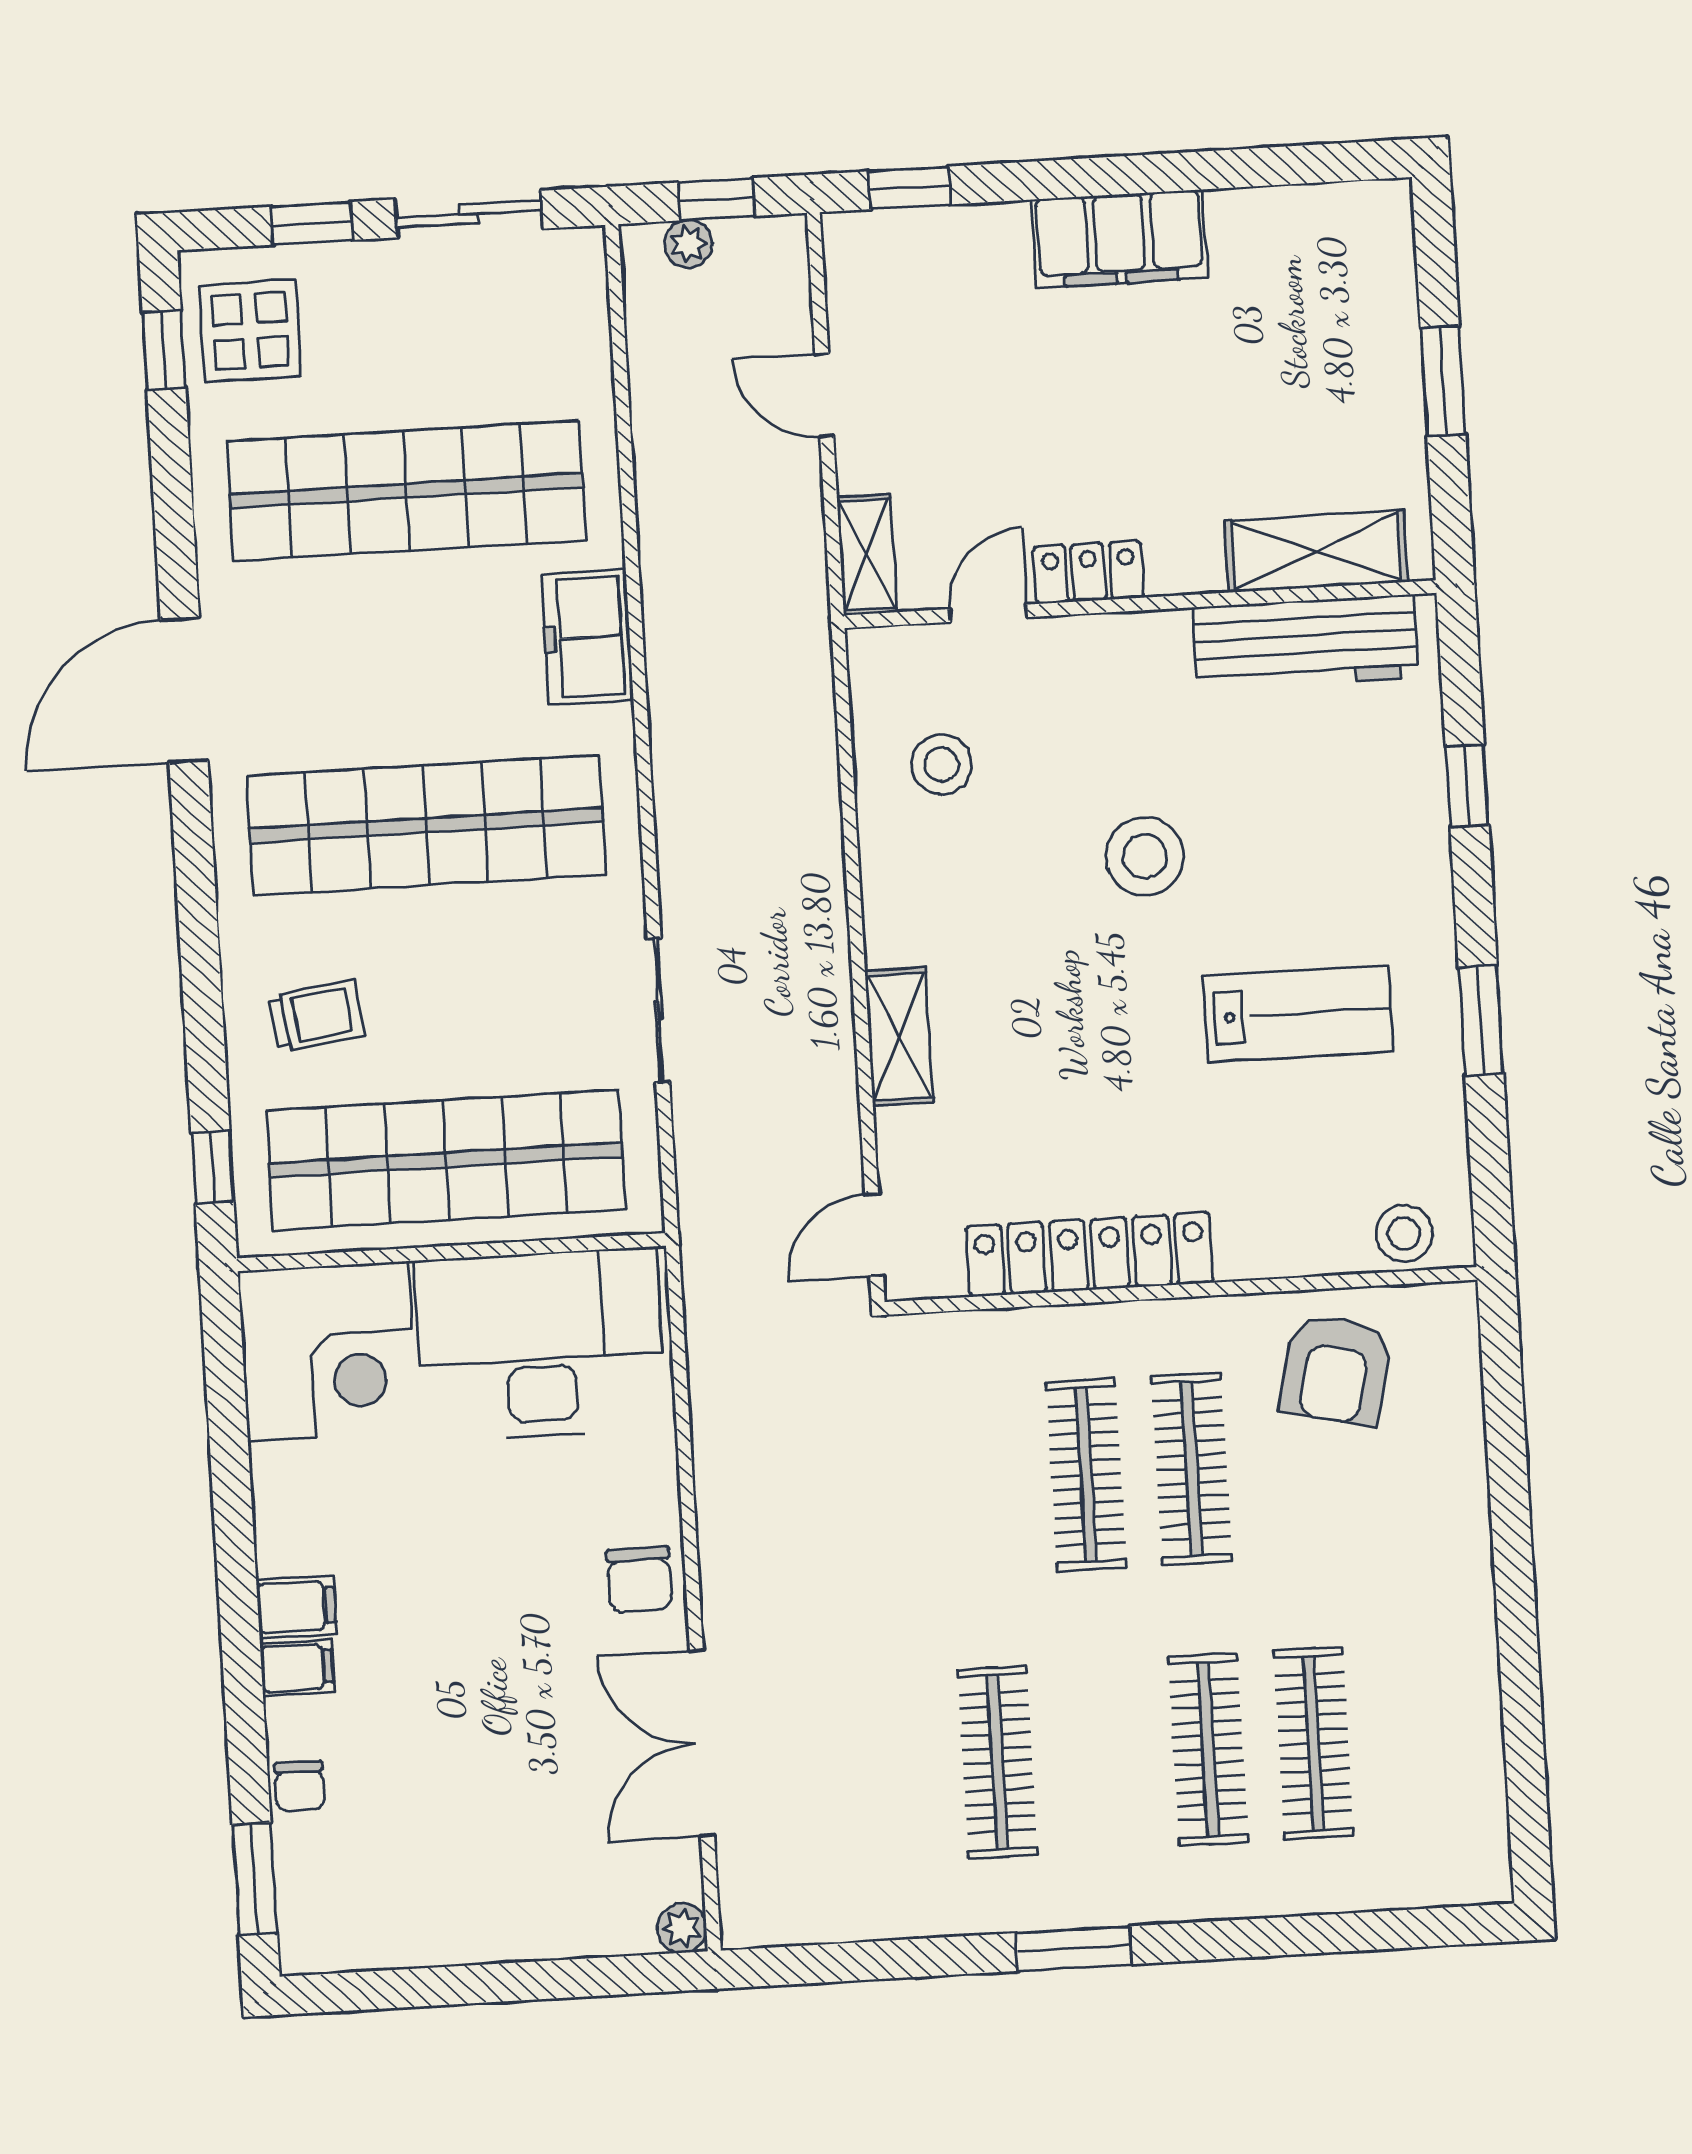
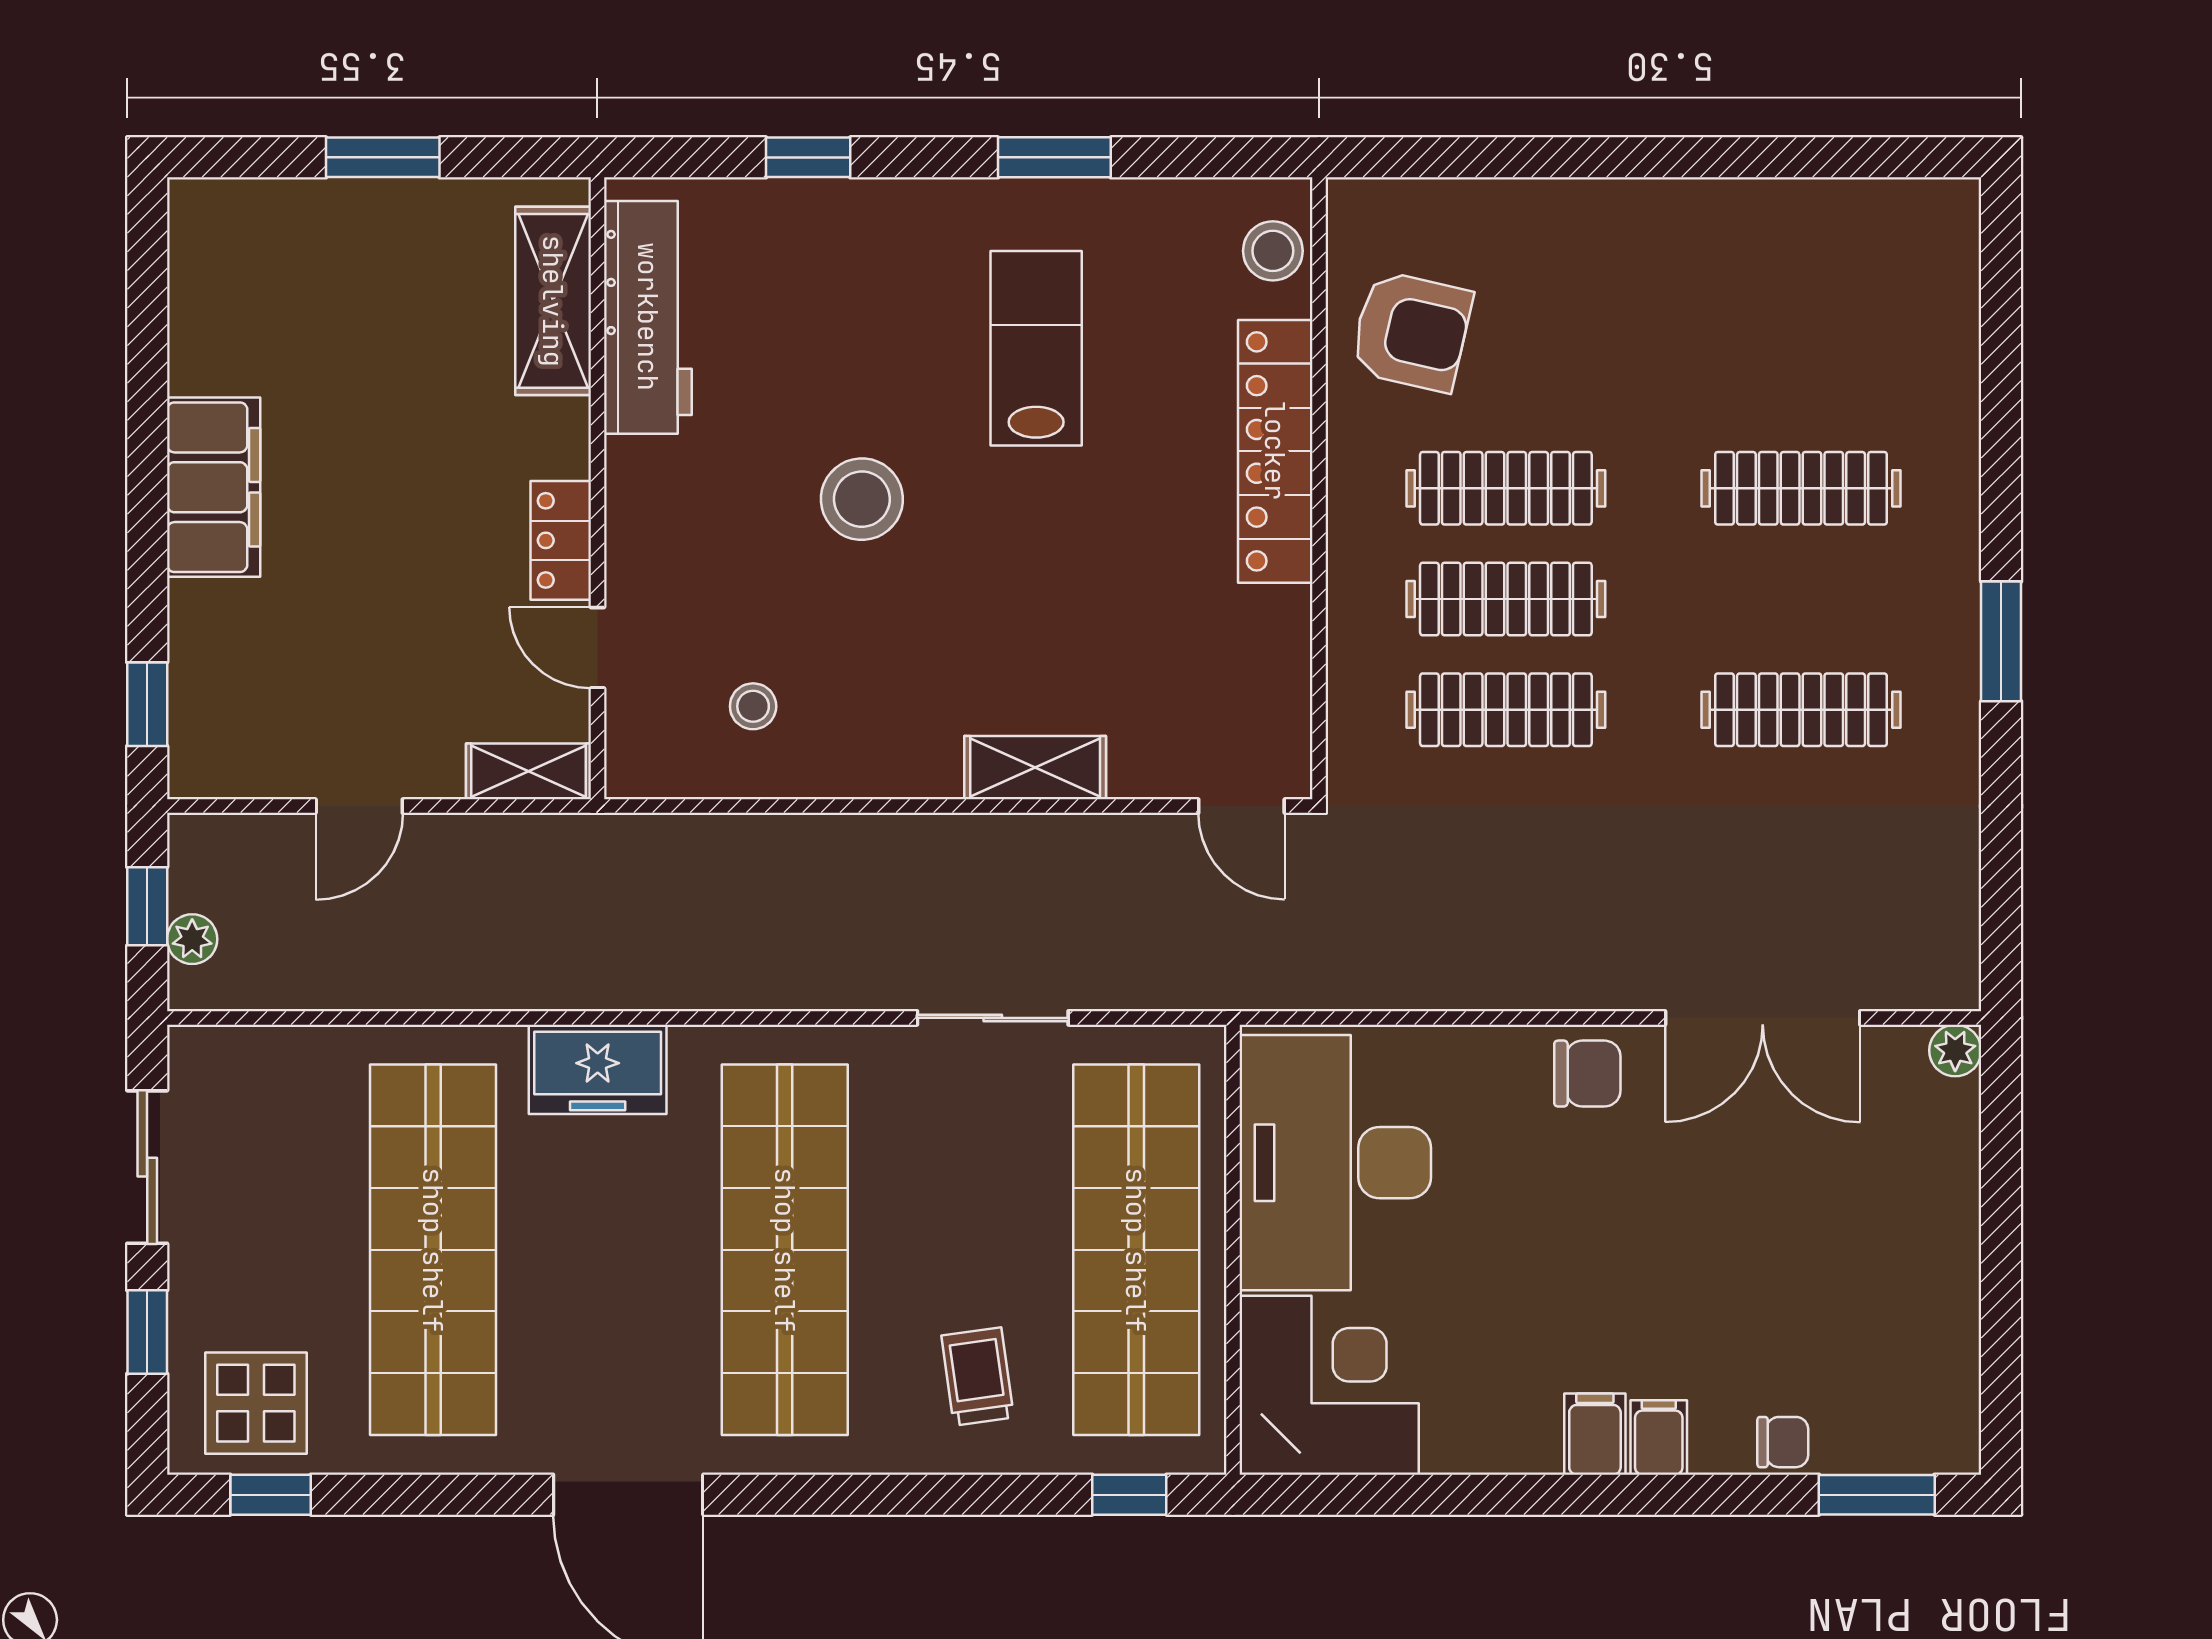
stool: (942, 765) -> (753, 706), width x0.73, depth x0.73
locker: (1089, 1255) -> (1275, 451), moved
clothes rail: (1314, 1743) -> (1506, 710), moved

